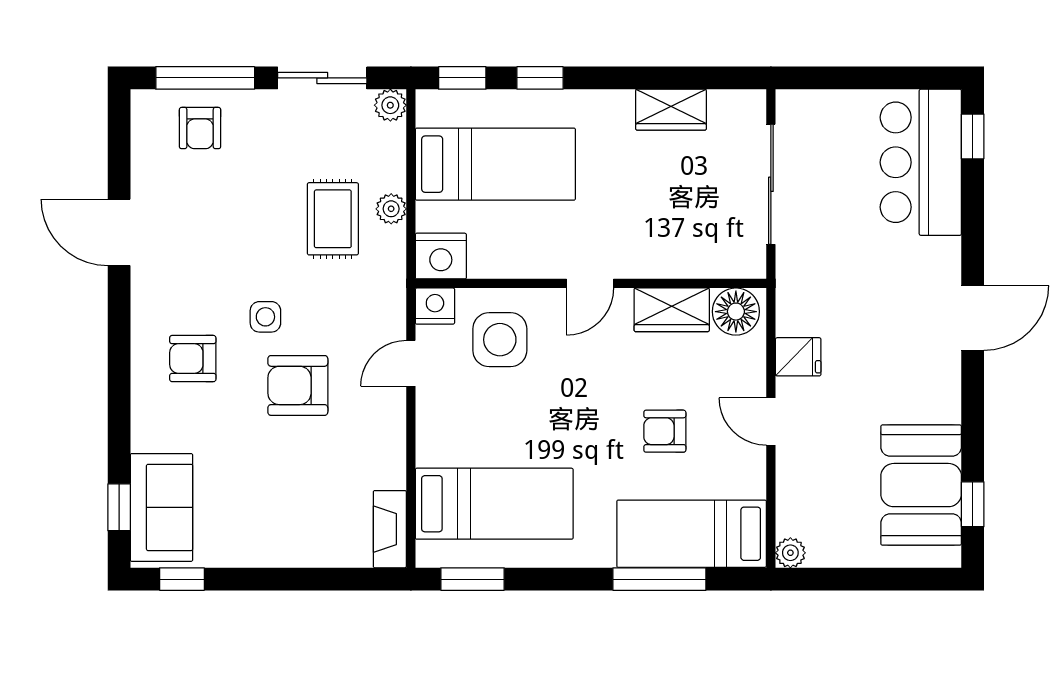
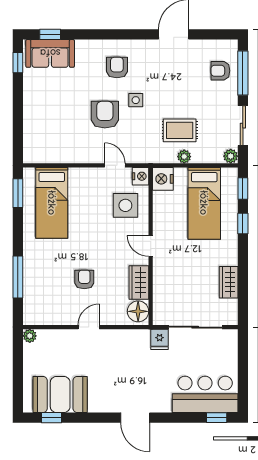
fridge: (798, 357) -> (160, 339), moved
fireplace: (390, 529) -> (40, 156), removed
bed: (692, 534) -> (38, 291), removed

